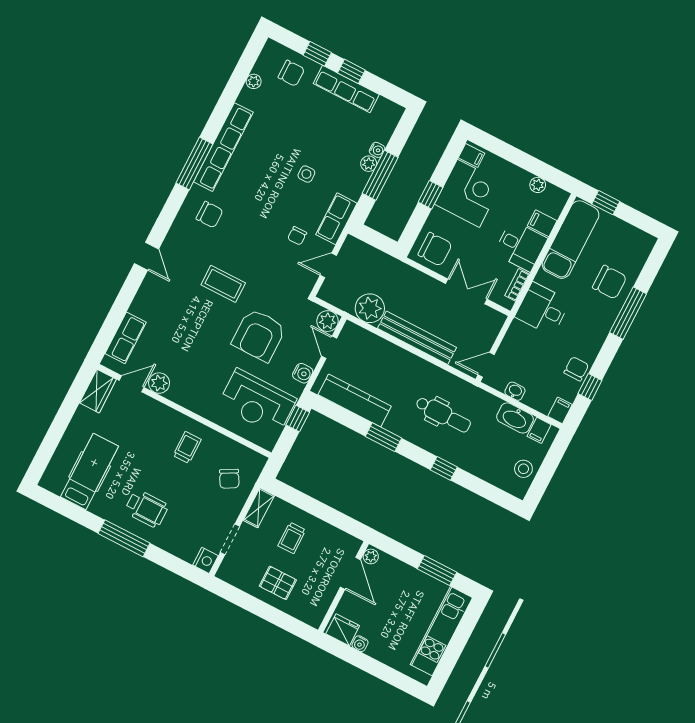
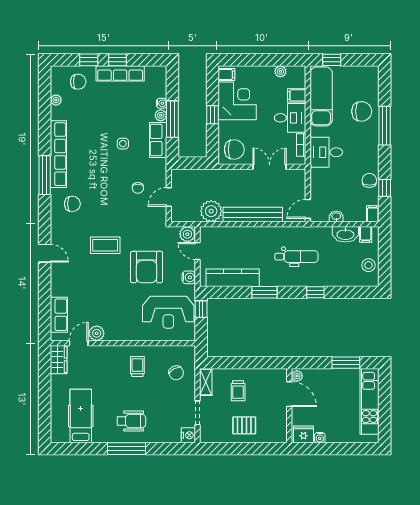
row of seats: (336, 219) -> (158, 140), moved

